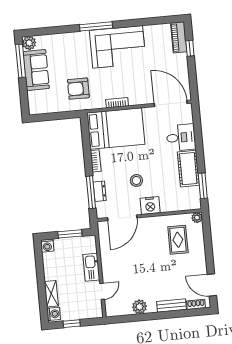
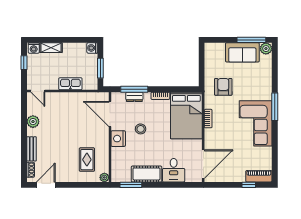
rug: (178, 240) -> (87, 160), turned 90
door: (102, 291) -> (38, 91), moved

